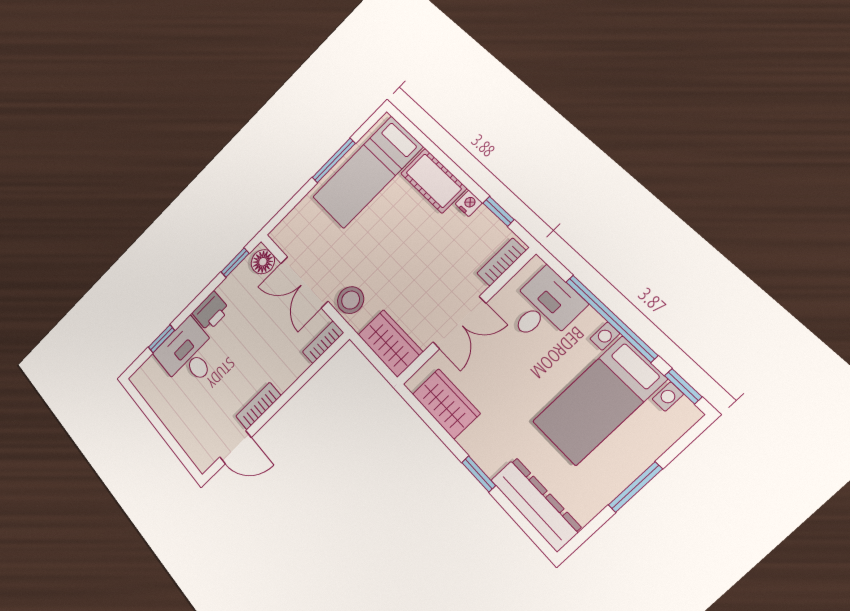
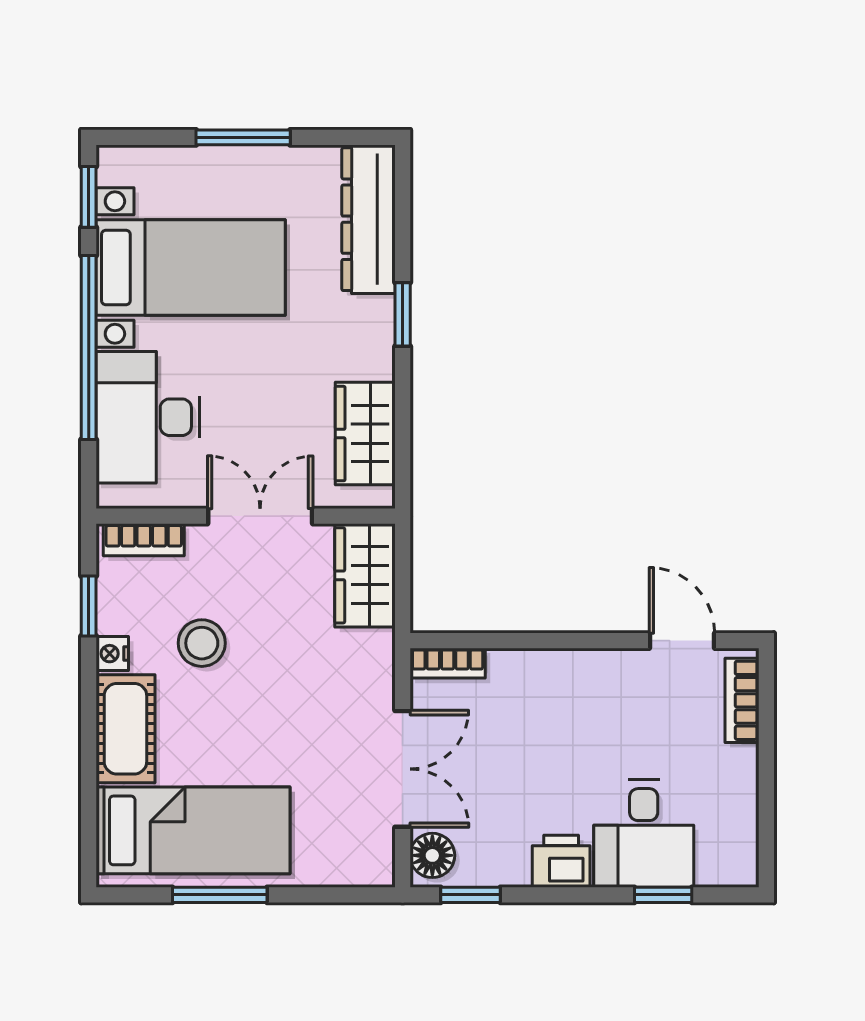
stool: (351, 300) -> (202, 643), moved
desk: (544, 307) -> (148, 417), width x1.37
bookcase: (258, 406) -> (742, 700), moved, turned 90

